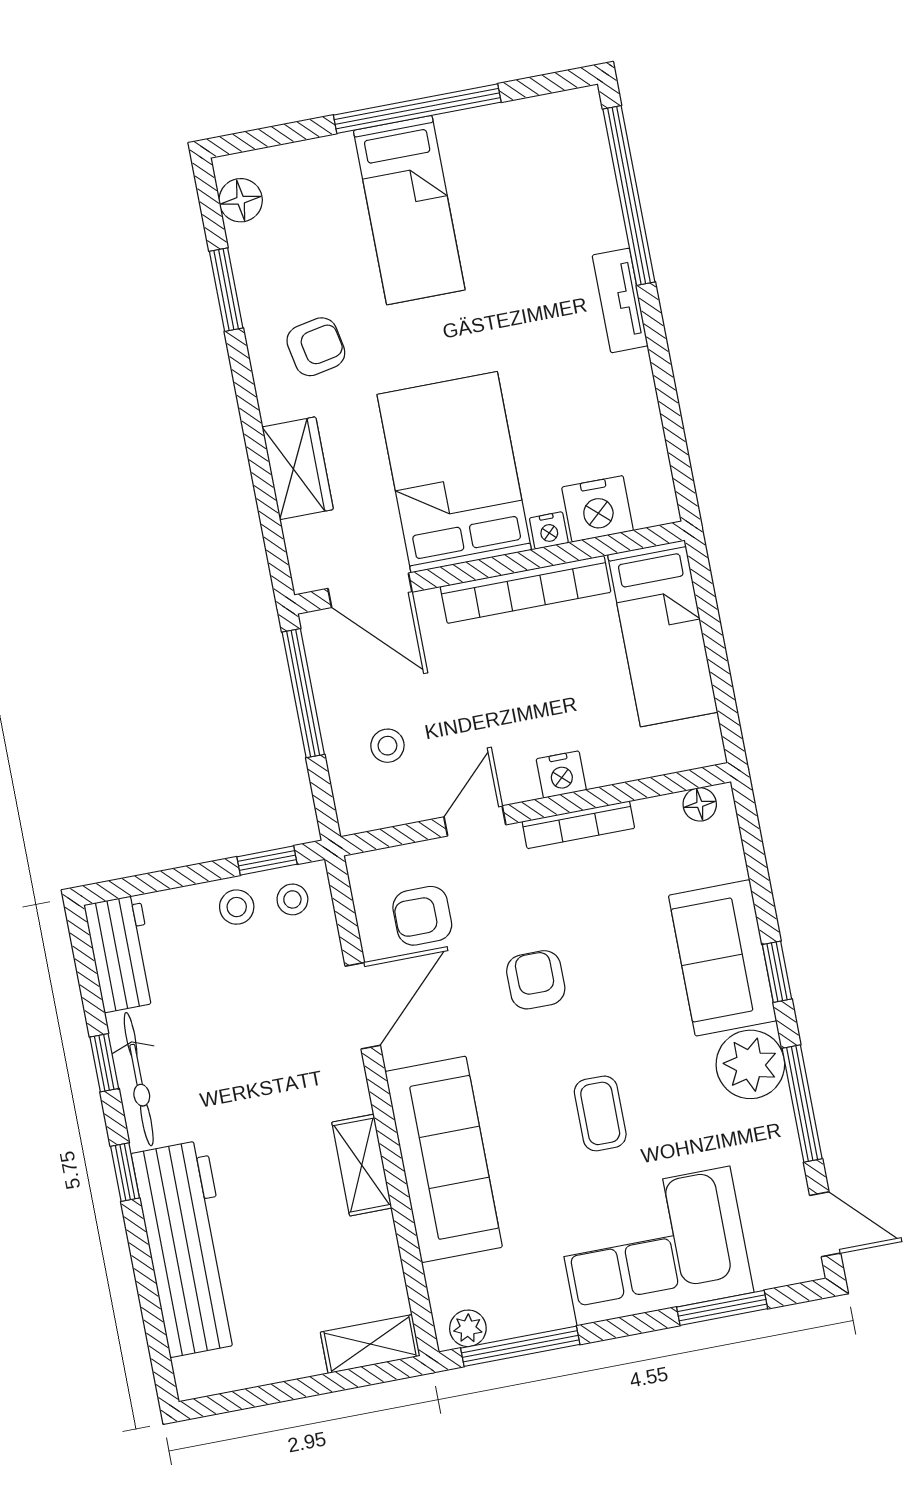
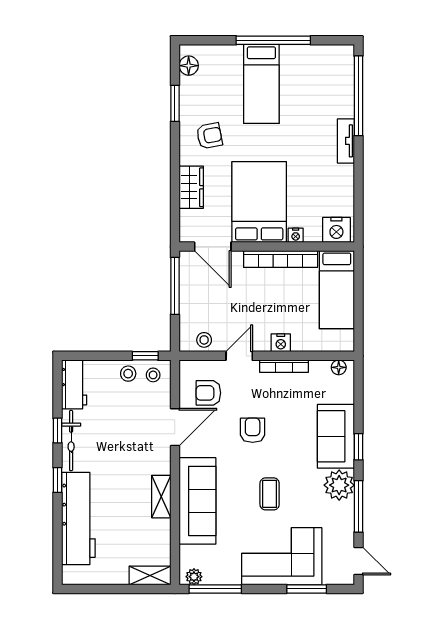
nightstand: (598, 509) -> (336, 230), moved
stool: (387, 746) -> (204, 340), moved

